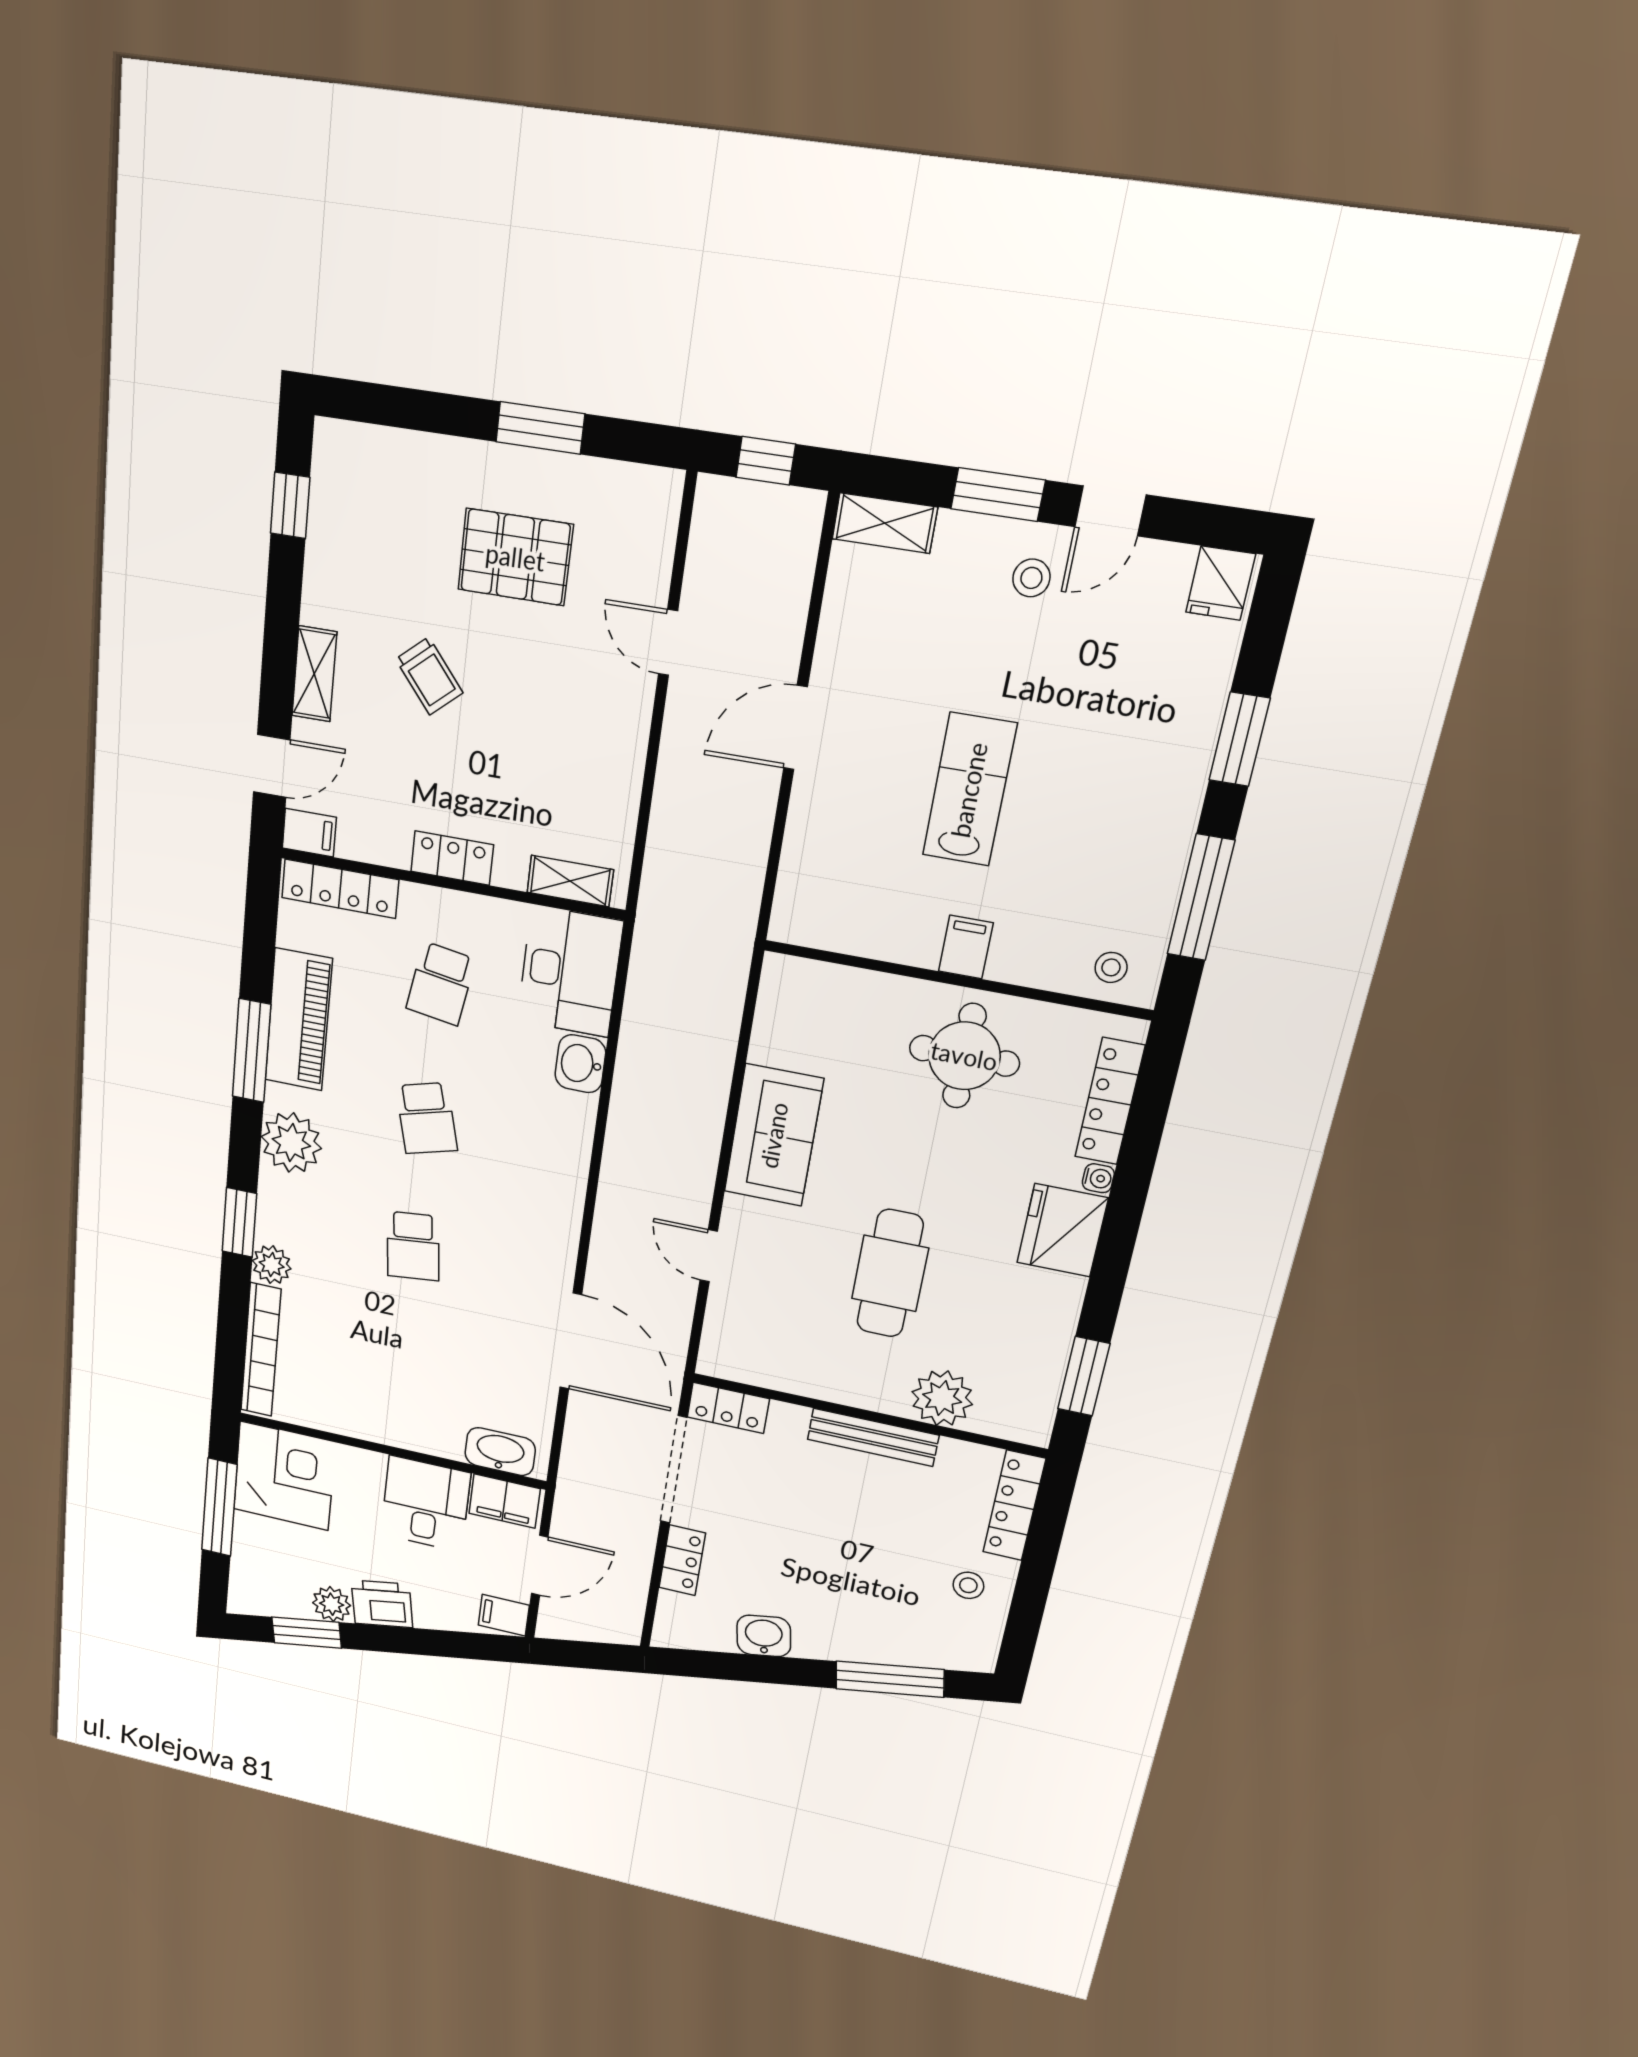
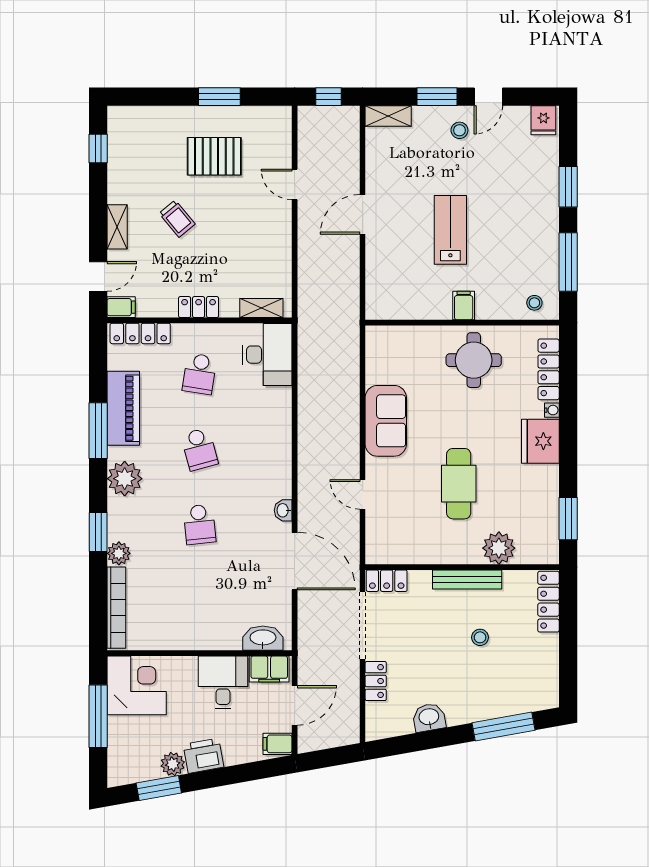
washbasin: (580, 1064) -> (283, 510), moved, width x0.72, depth x0.69
stool: (968, 1585) -> (480, 637), moved

